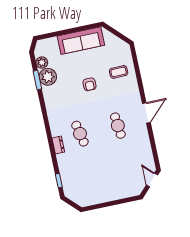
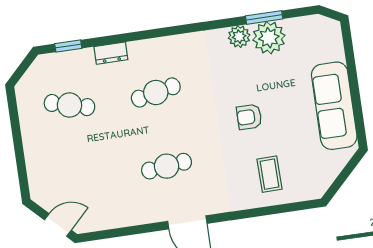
plant: (42, 62) -> (239, 37), moved
dresser: (58, 145) -> (111, 53), moved
cafe table: (89, 178) -> (69, 105), added

